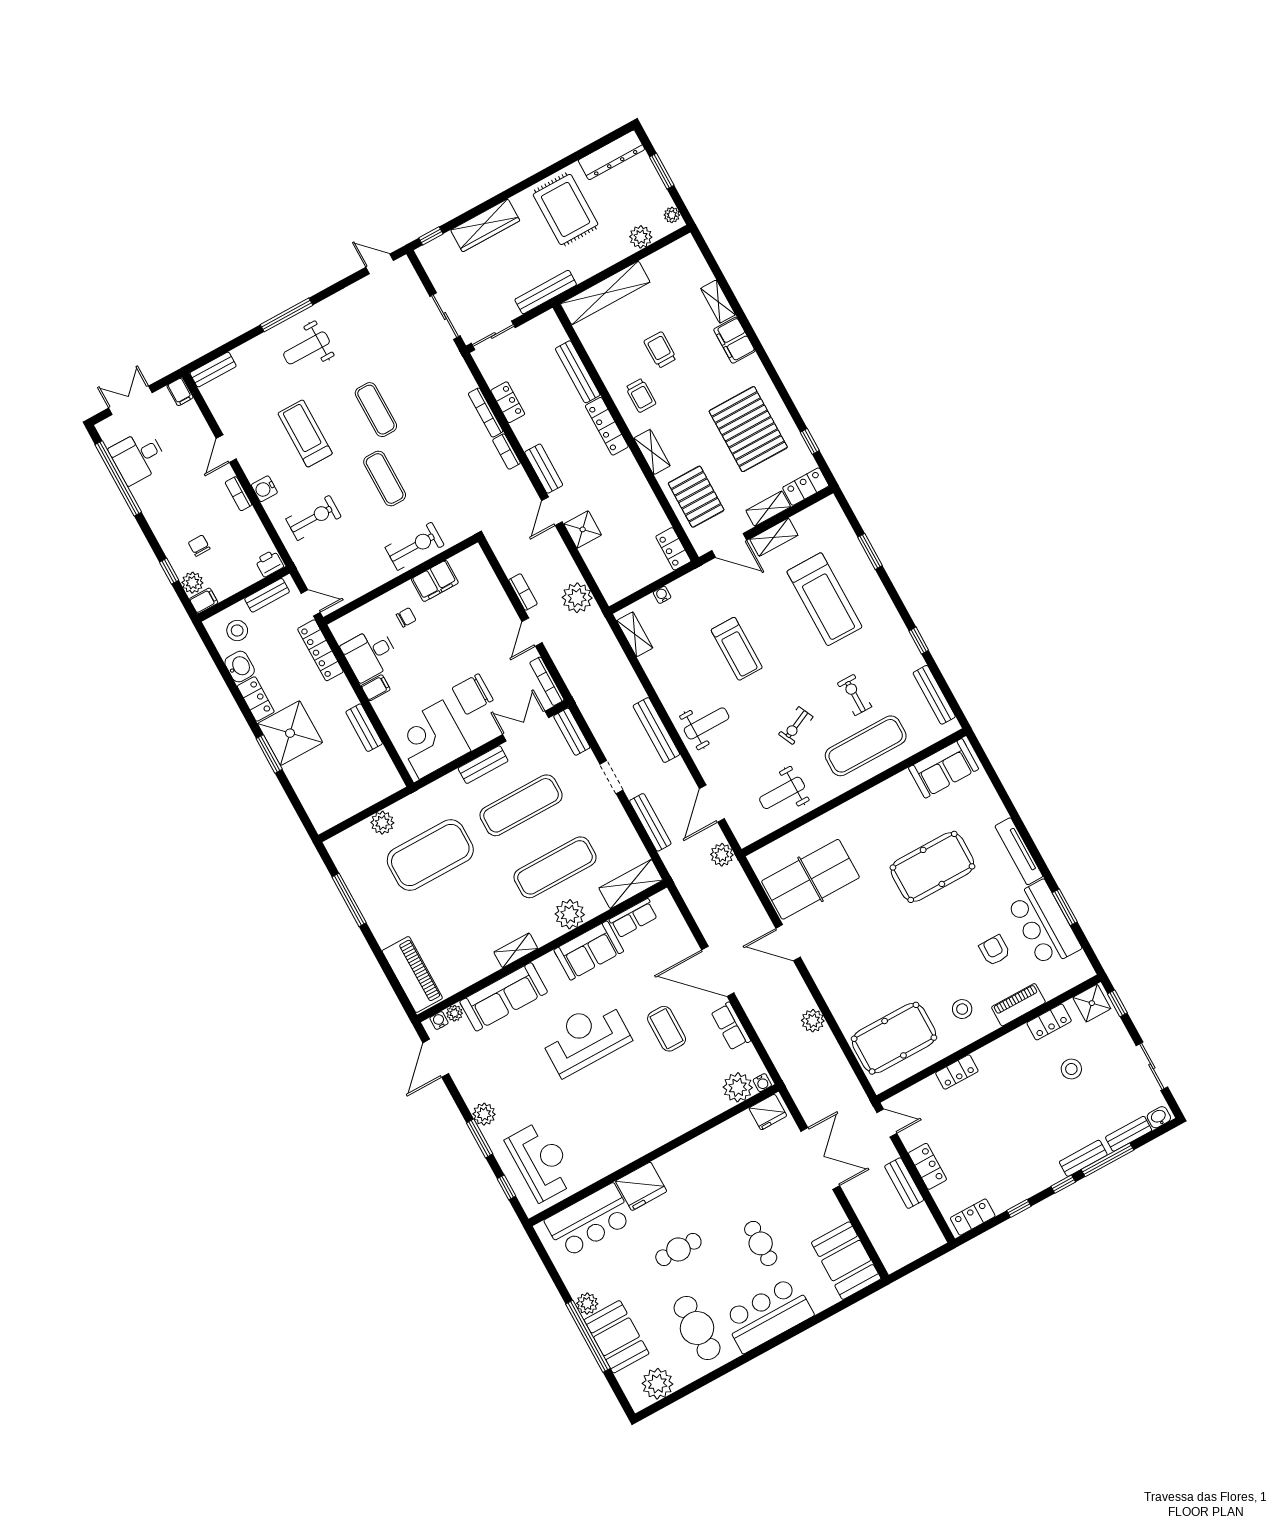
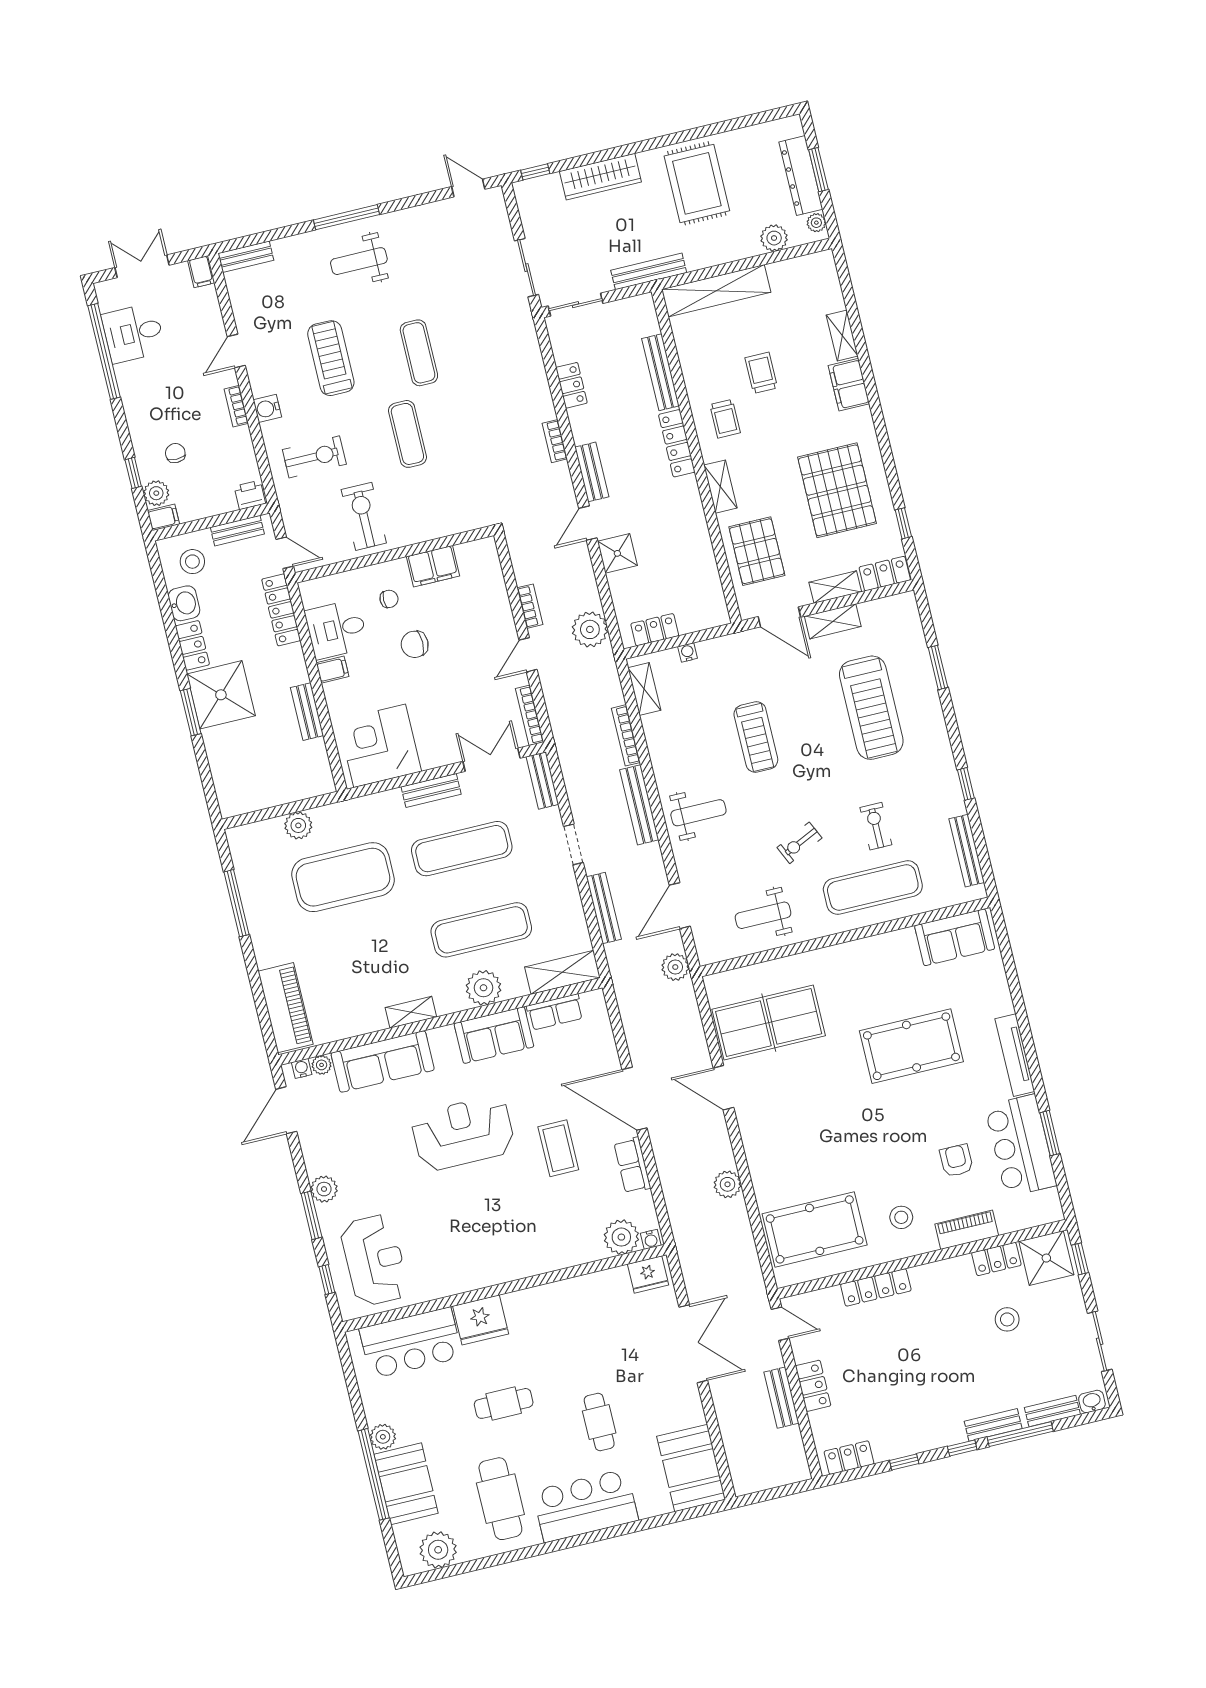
dresser: (611, 155) -> (801, 176), moved, turned 90
bookcase: (486, 413) -> (626, 735), moved
exercise bike: (415, 546) -> (364, 516), moved, turned -90
locker: (673, 549) -> (655, 630), moved, turned 90
chair: (473, 694) -> (415, 644), moved, width x0.73, depth x0.73
shower: (1092, 1003) -> (1046, 1258), width x1.36, depth x1.36
locker: (957, 1072) -> (876, 1287), width x1.53

